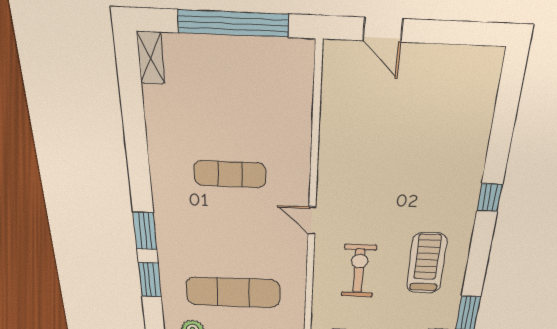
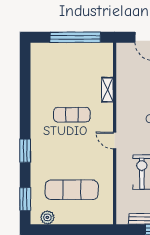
shelving: (151, 58) -> (107, 90), moved
window: (150, 280) -> (25, 199), moved

